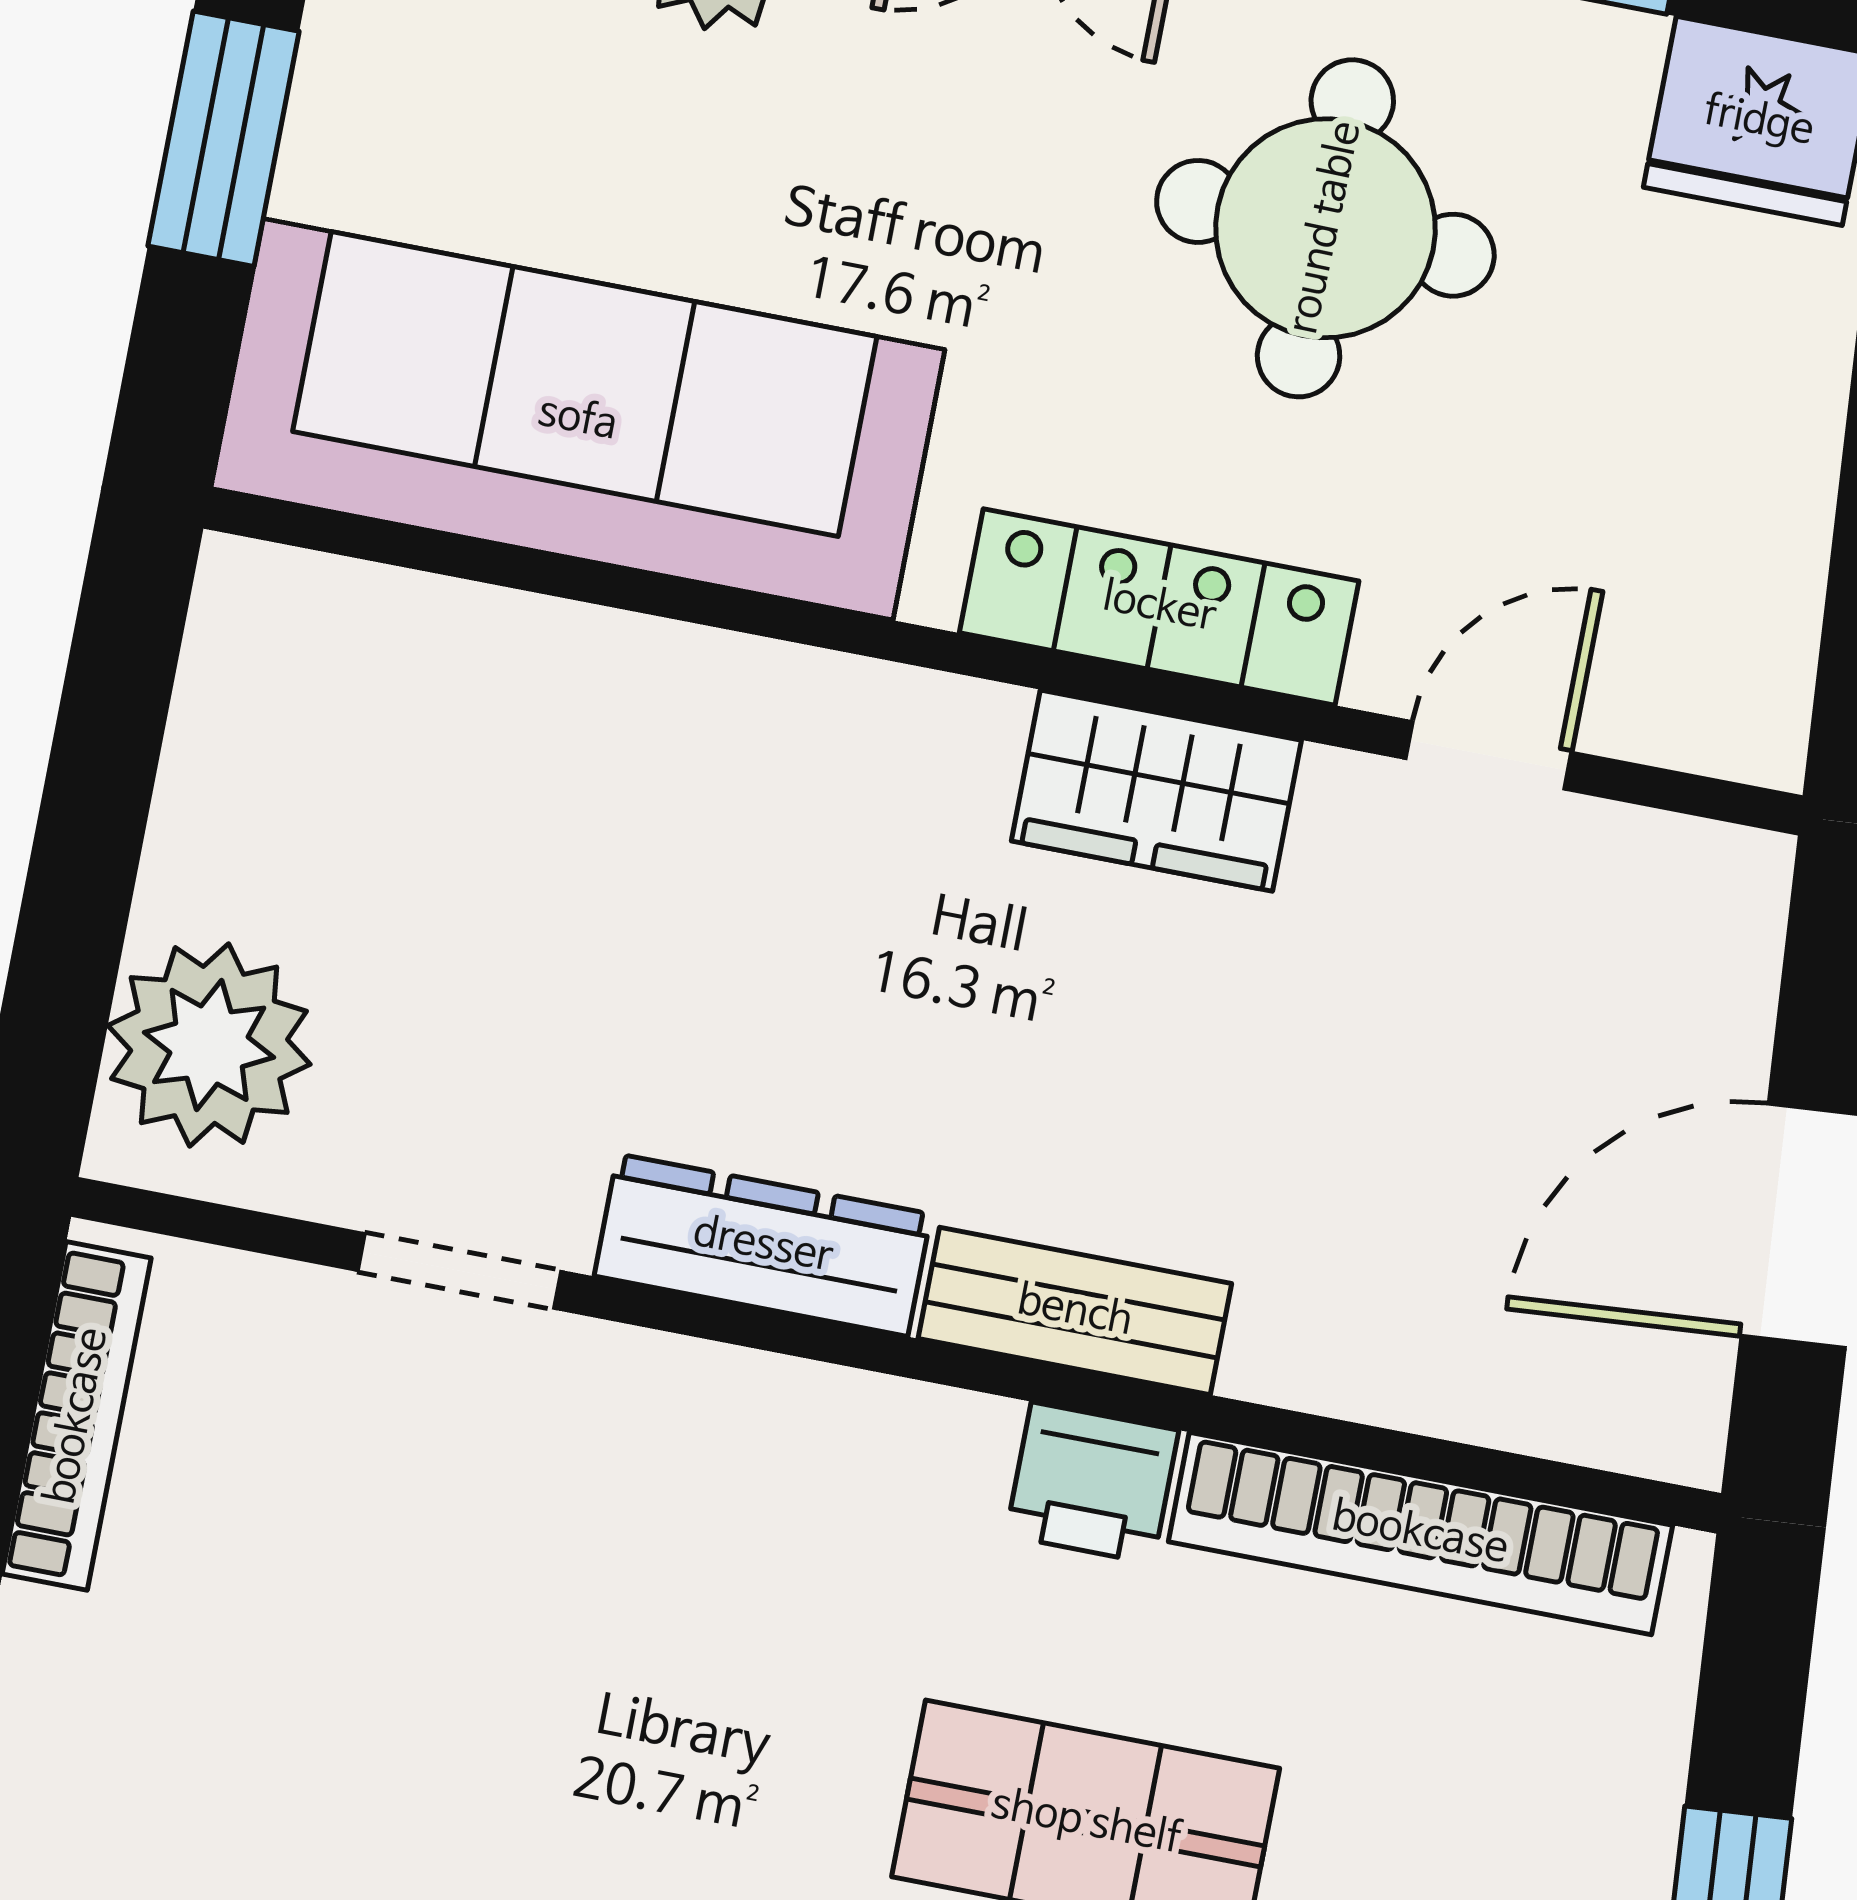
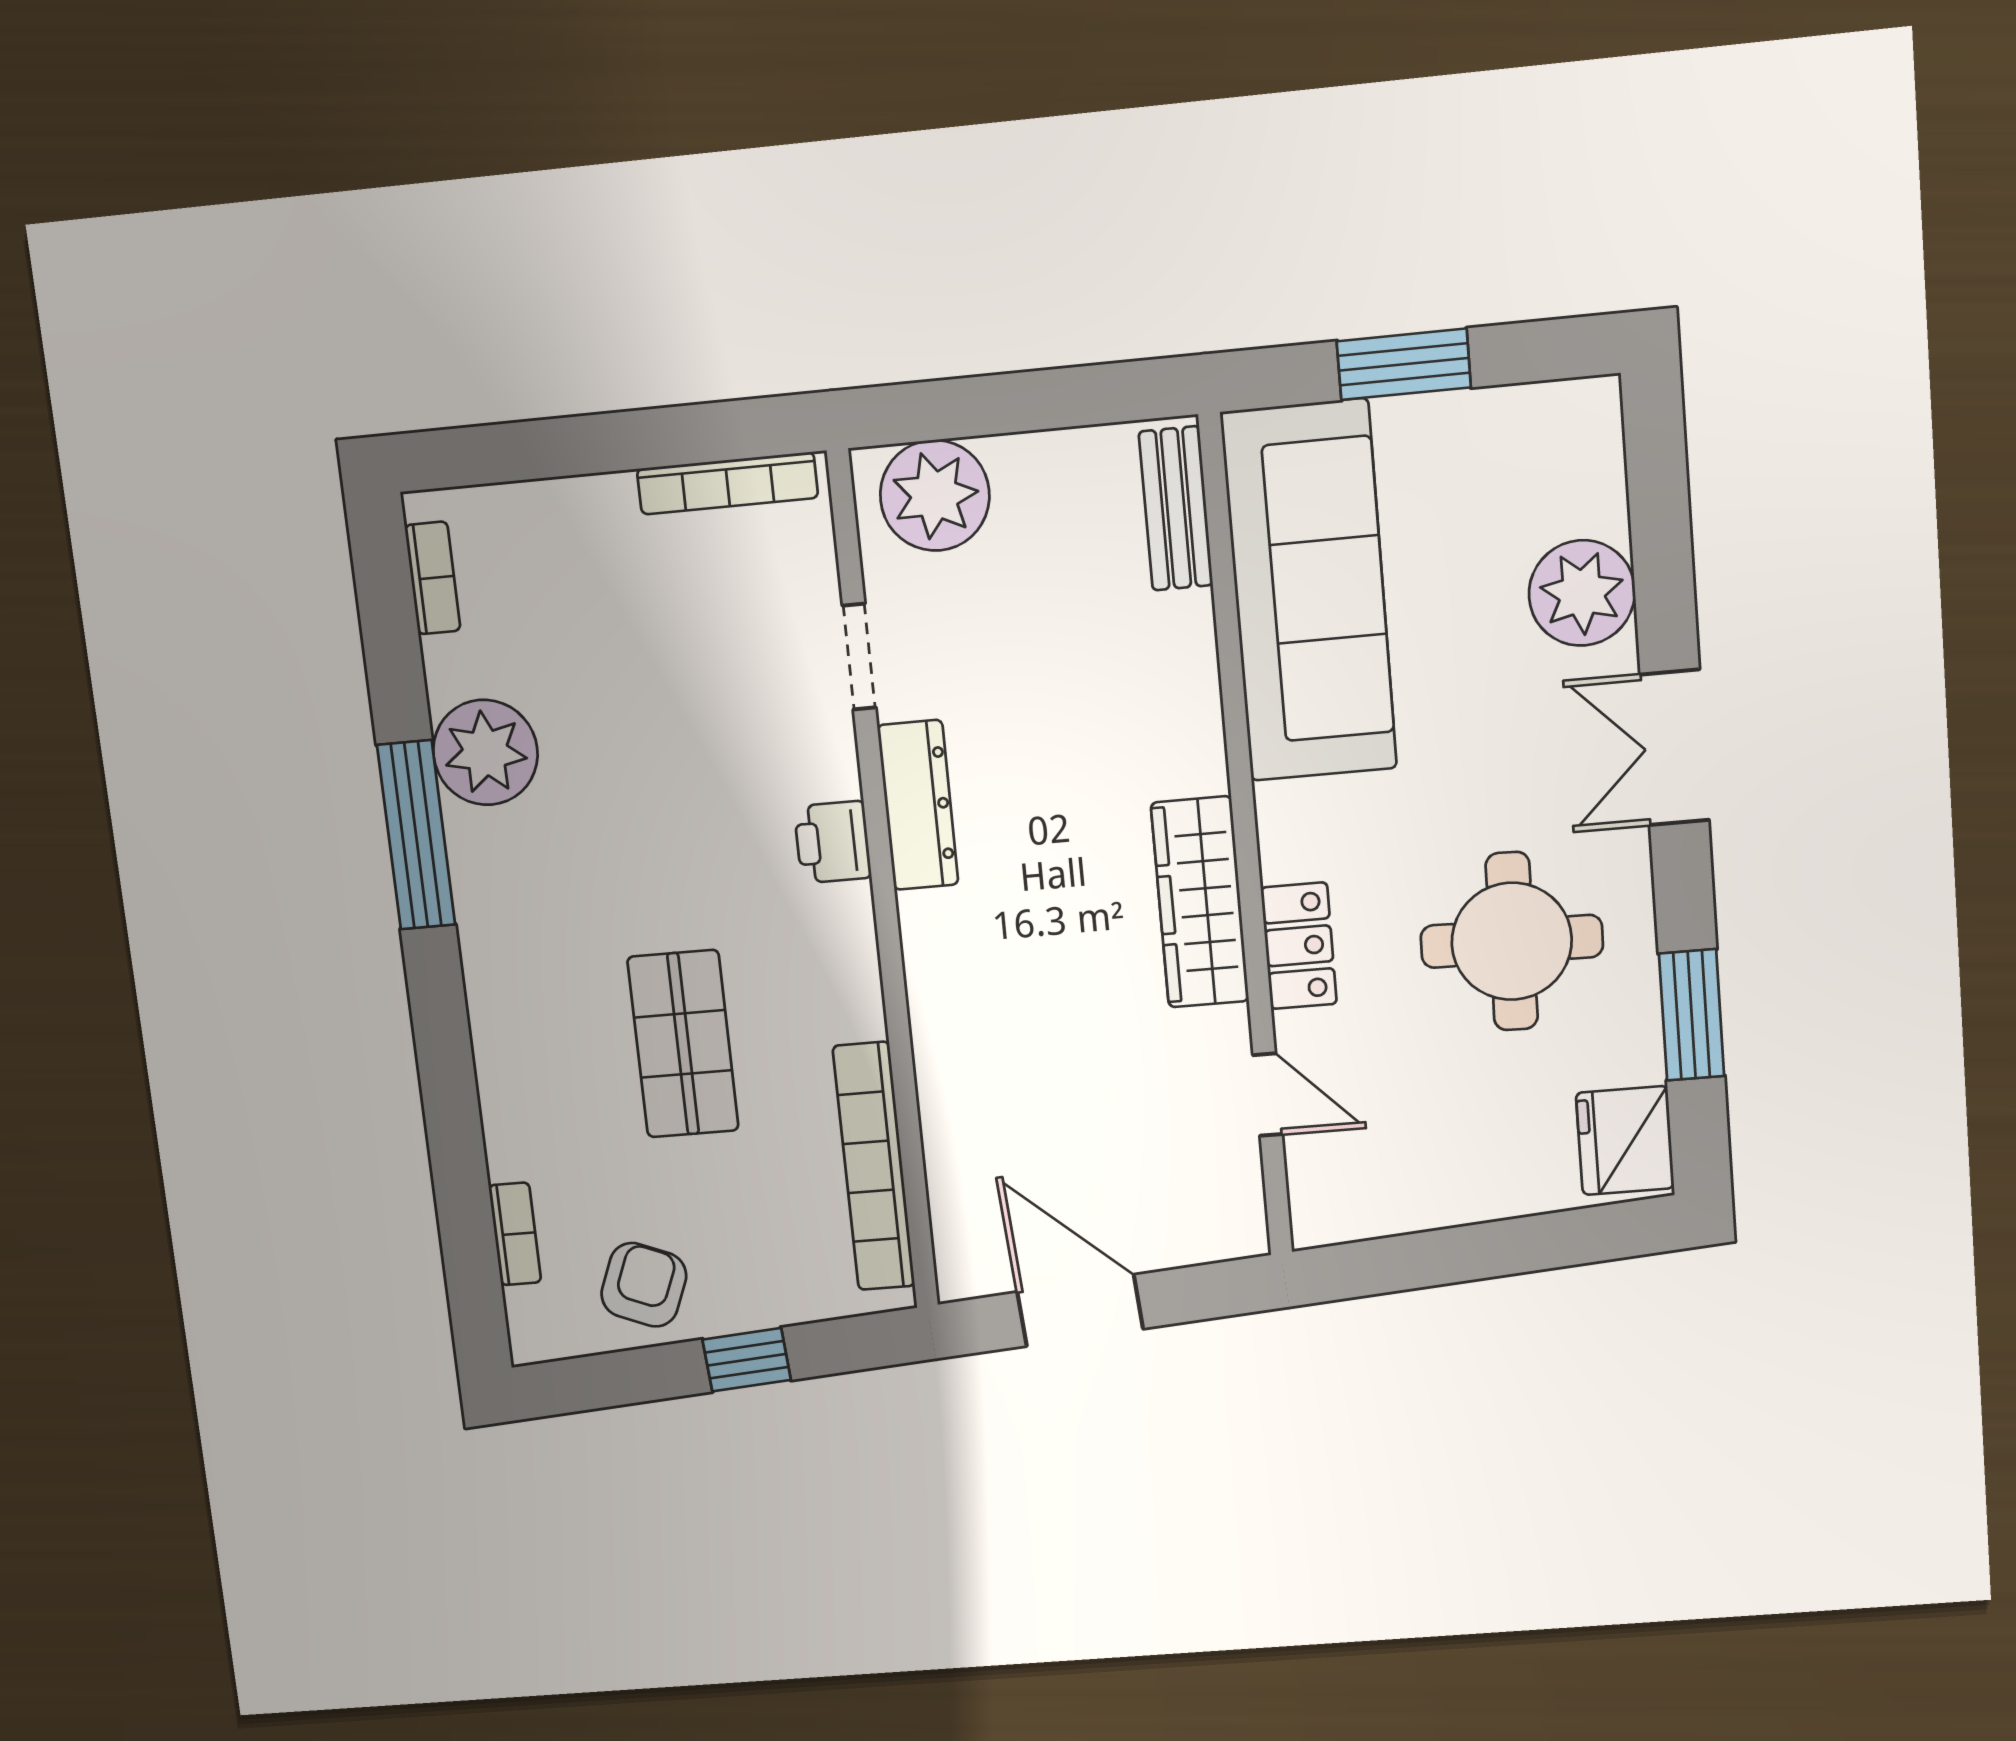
locker: (1159, 607) -> (1299, 946), width x0.66
wardrobe: (1156, 791) -> (1200, 902), width x1.50
bench: (1075, 1311) -> (1176, 508), moved
printer: (1092, 1483) -> (833, 842), moved

